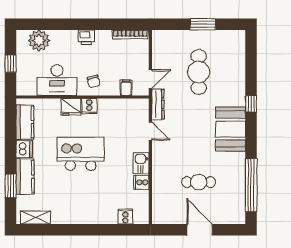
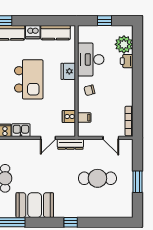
printer: (86, 37) -> (127, 61), moved
door: (150, 79) -> (111, 138), moved
cooker: (89, 106) -> (69, 116), moved
booth: (231, 129) -> (35, 205), moved

